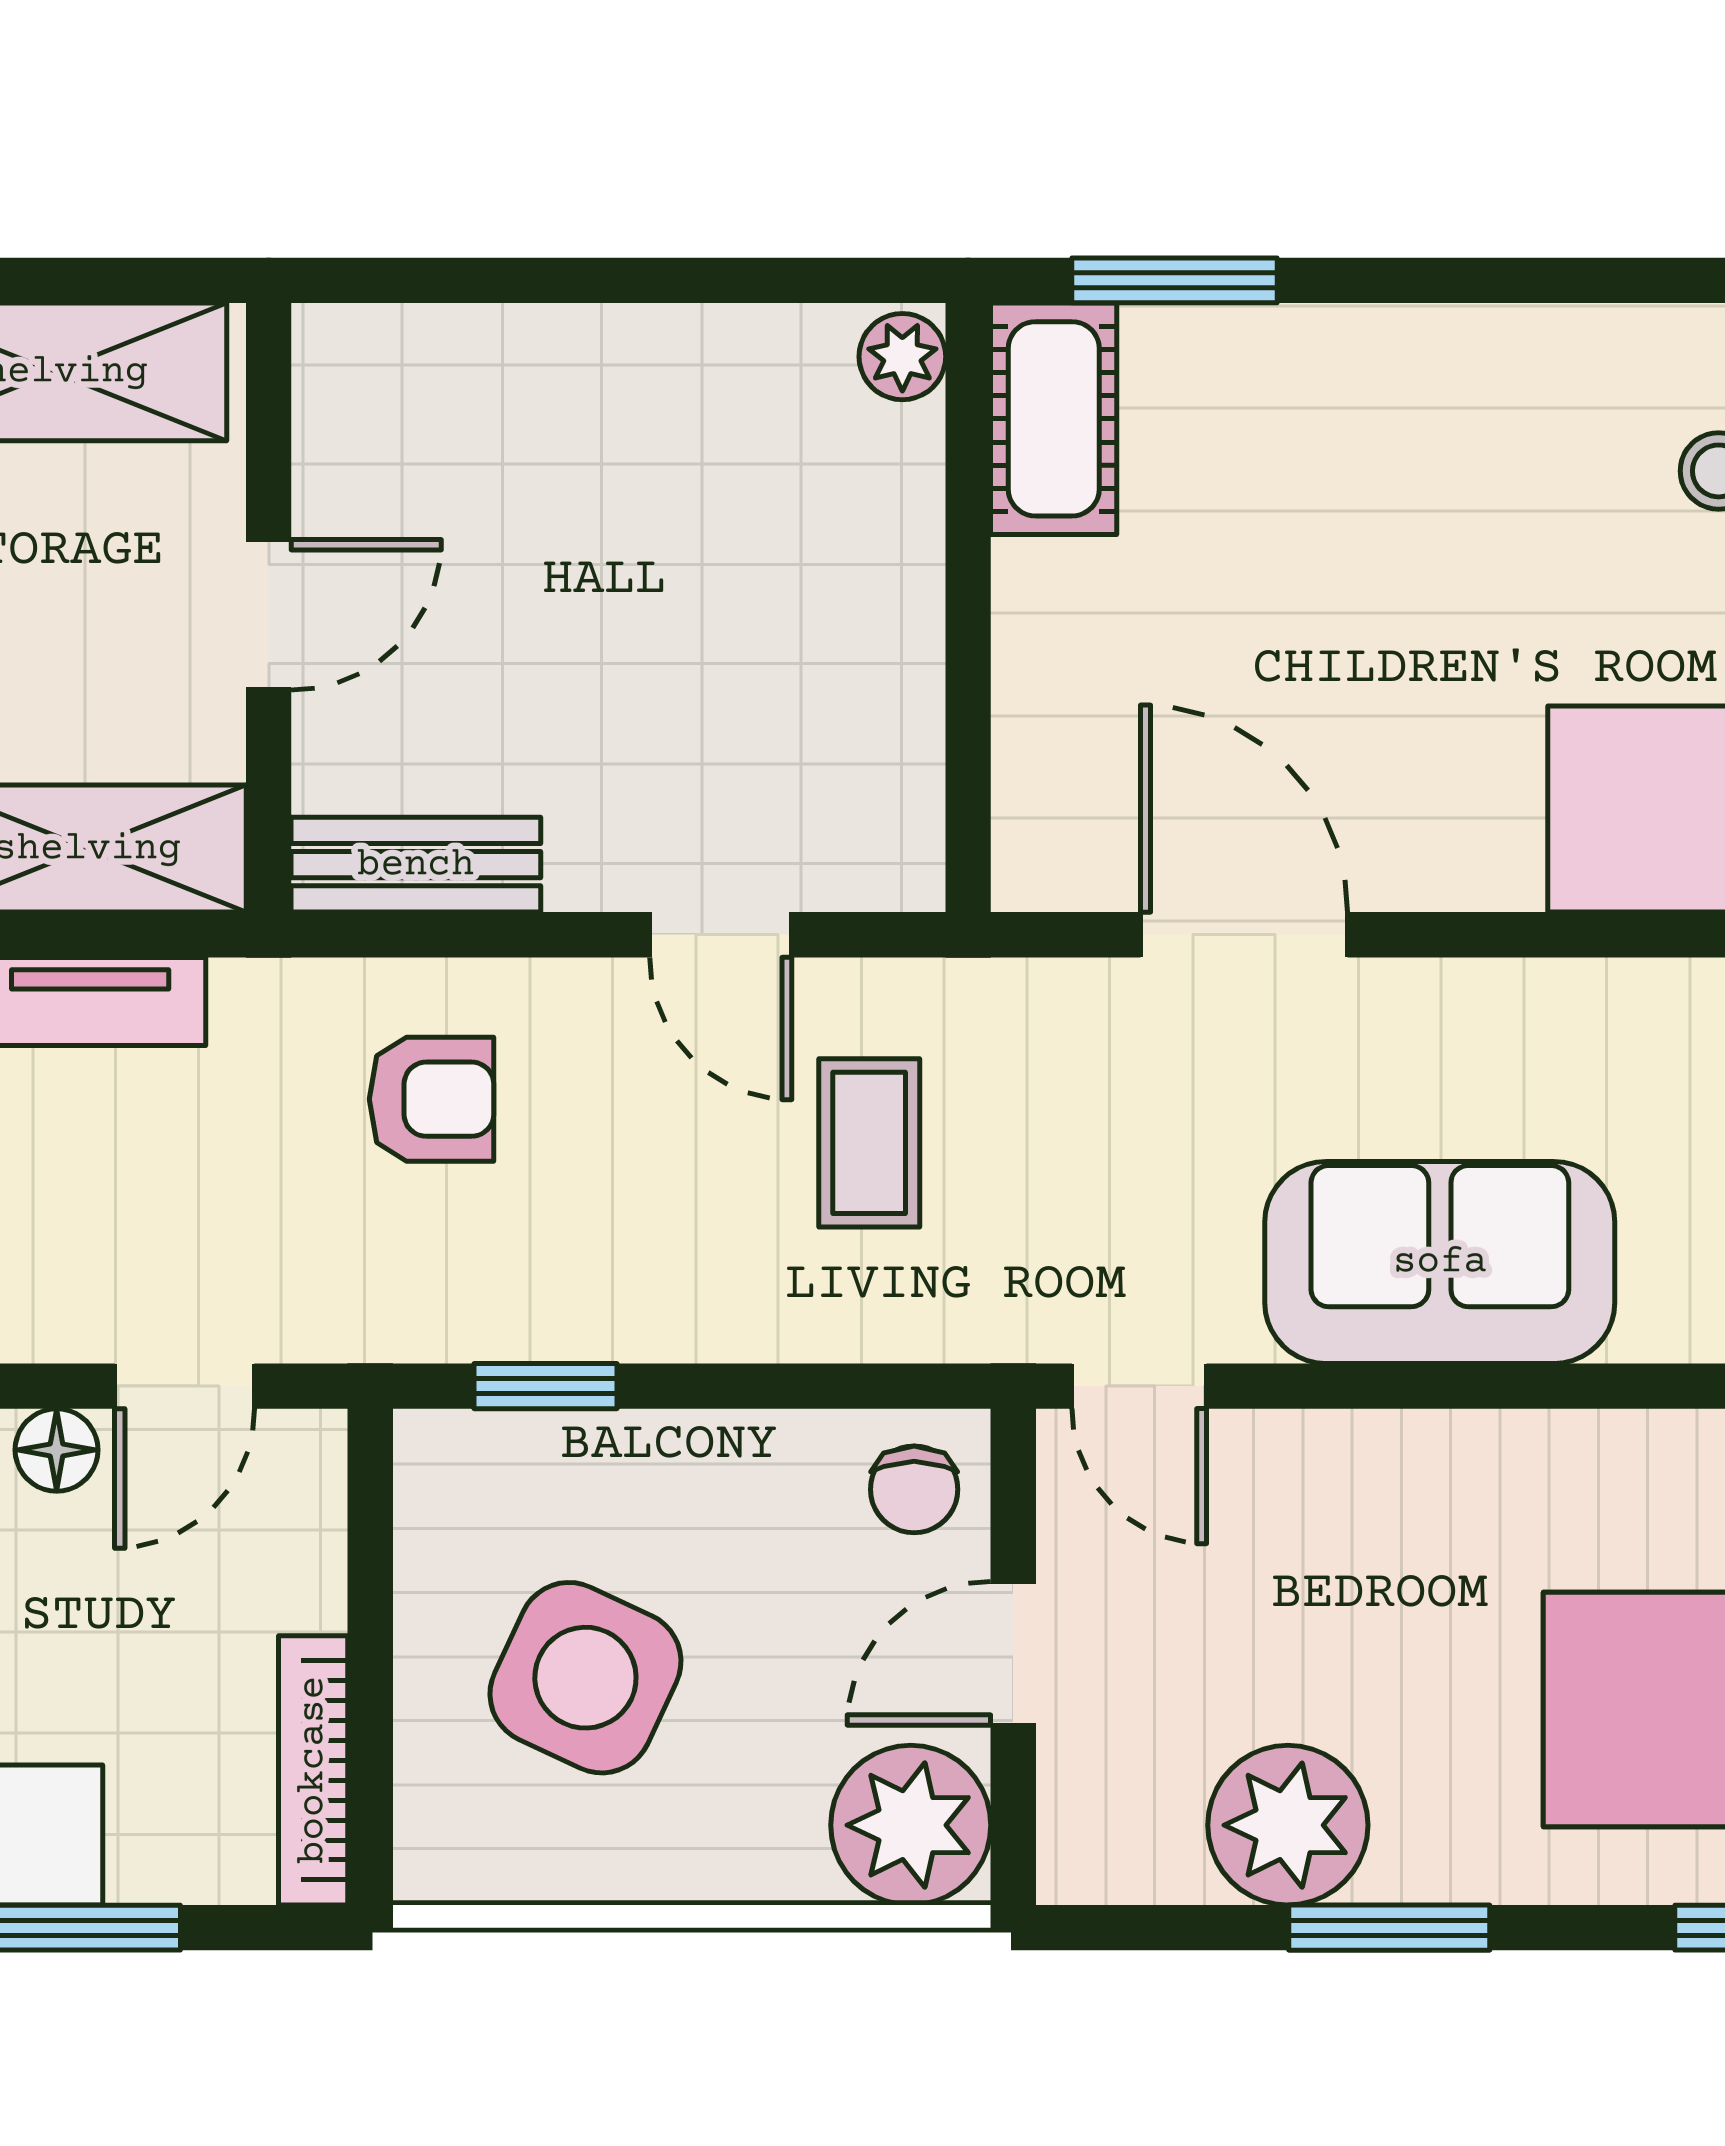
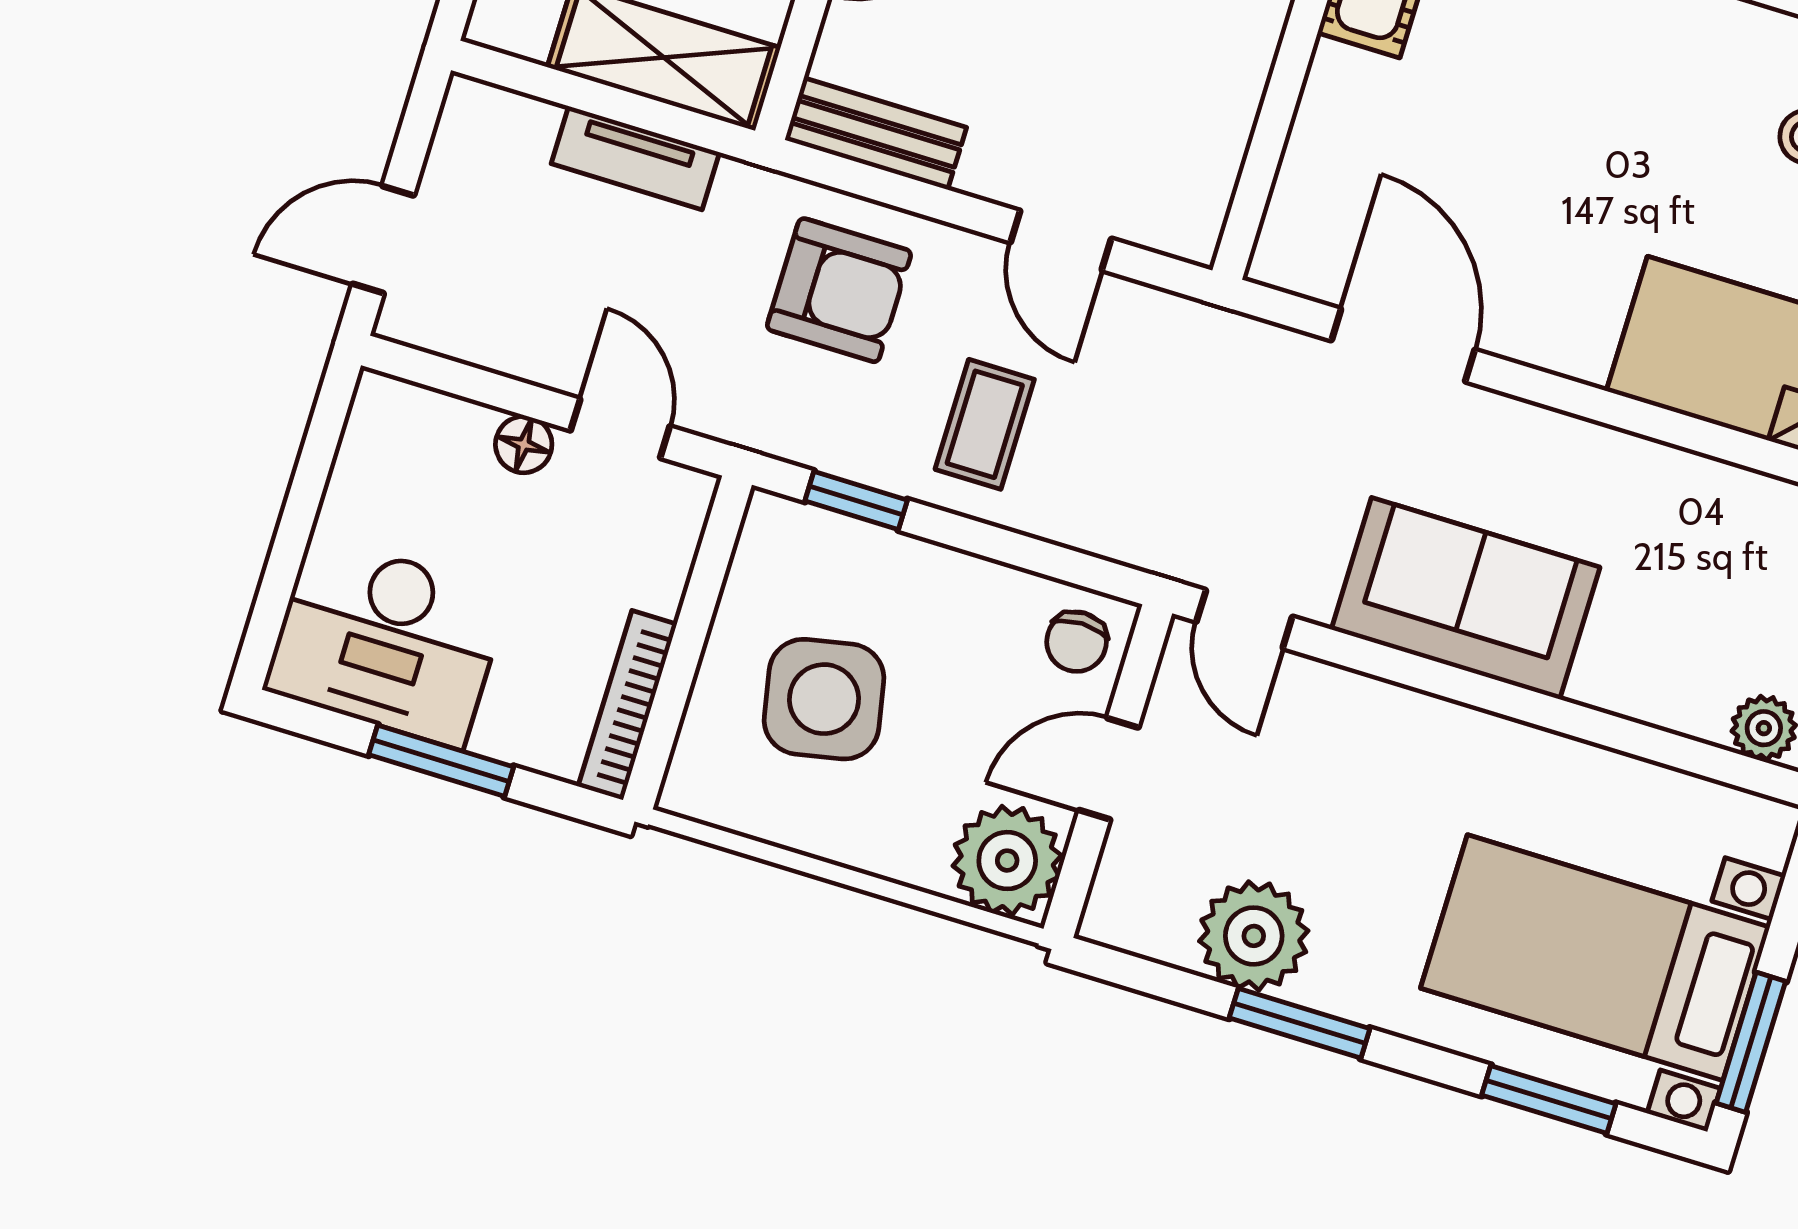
armchair: (432, 1099) -> (839, 290), width x1.38, depth x1.38
coffee table: (869, 1143) -> (985, 424), moved
door: (185, 1386) -> (620, 428), swing flipped
side table: (585, 1678) -> (824, 699), turned -36

